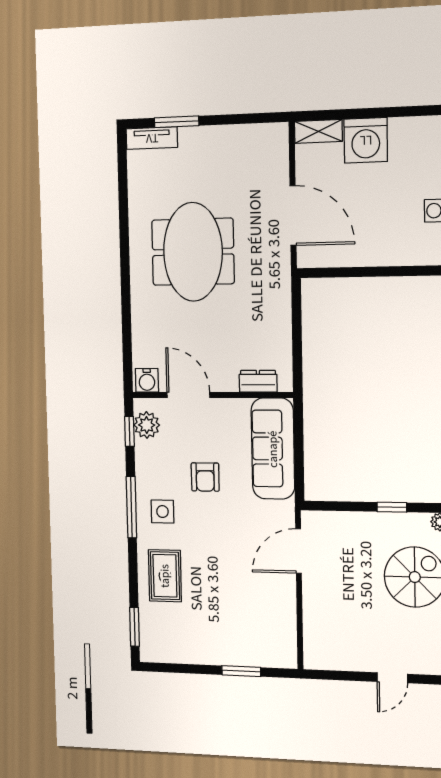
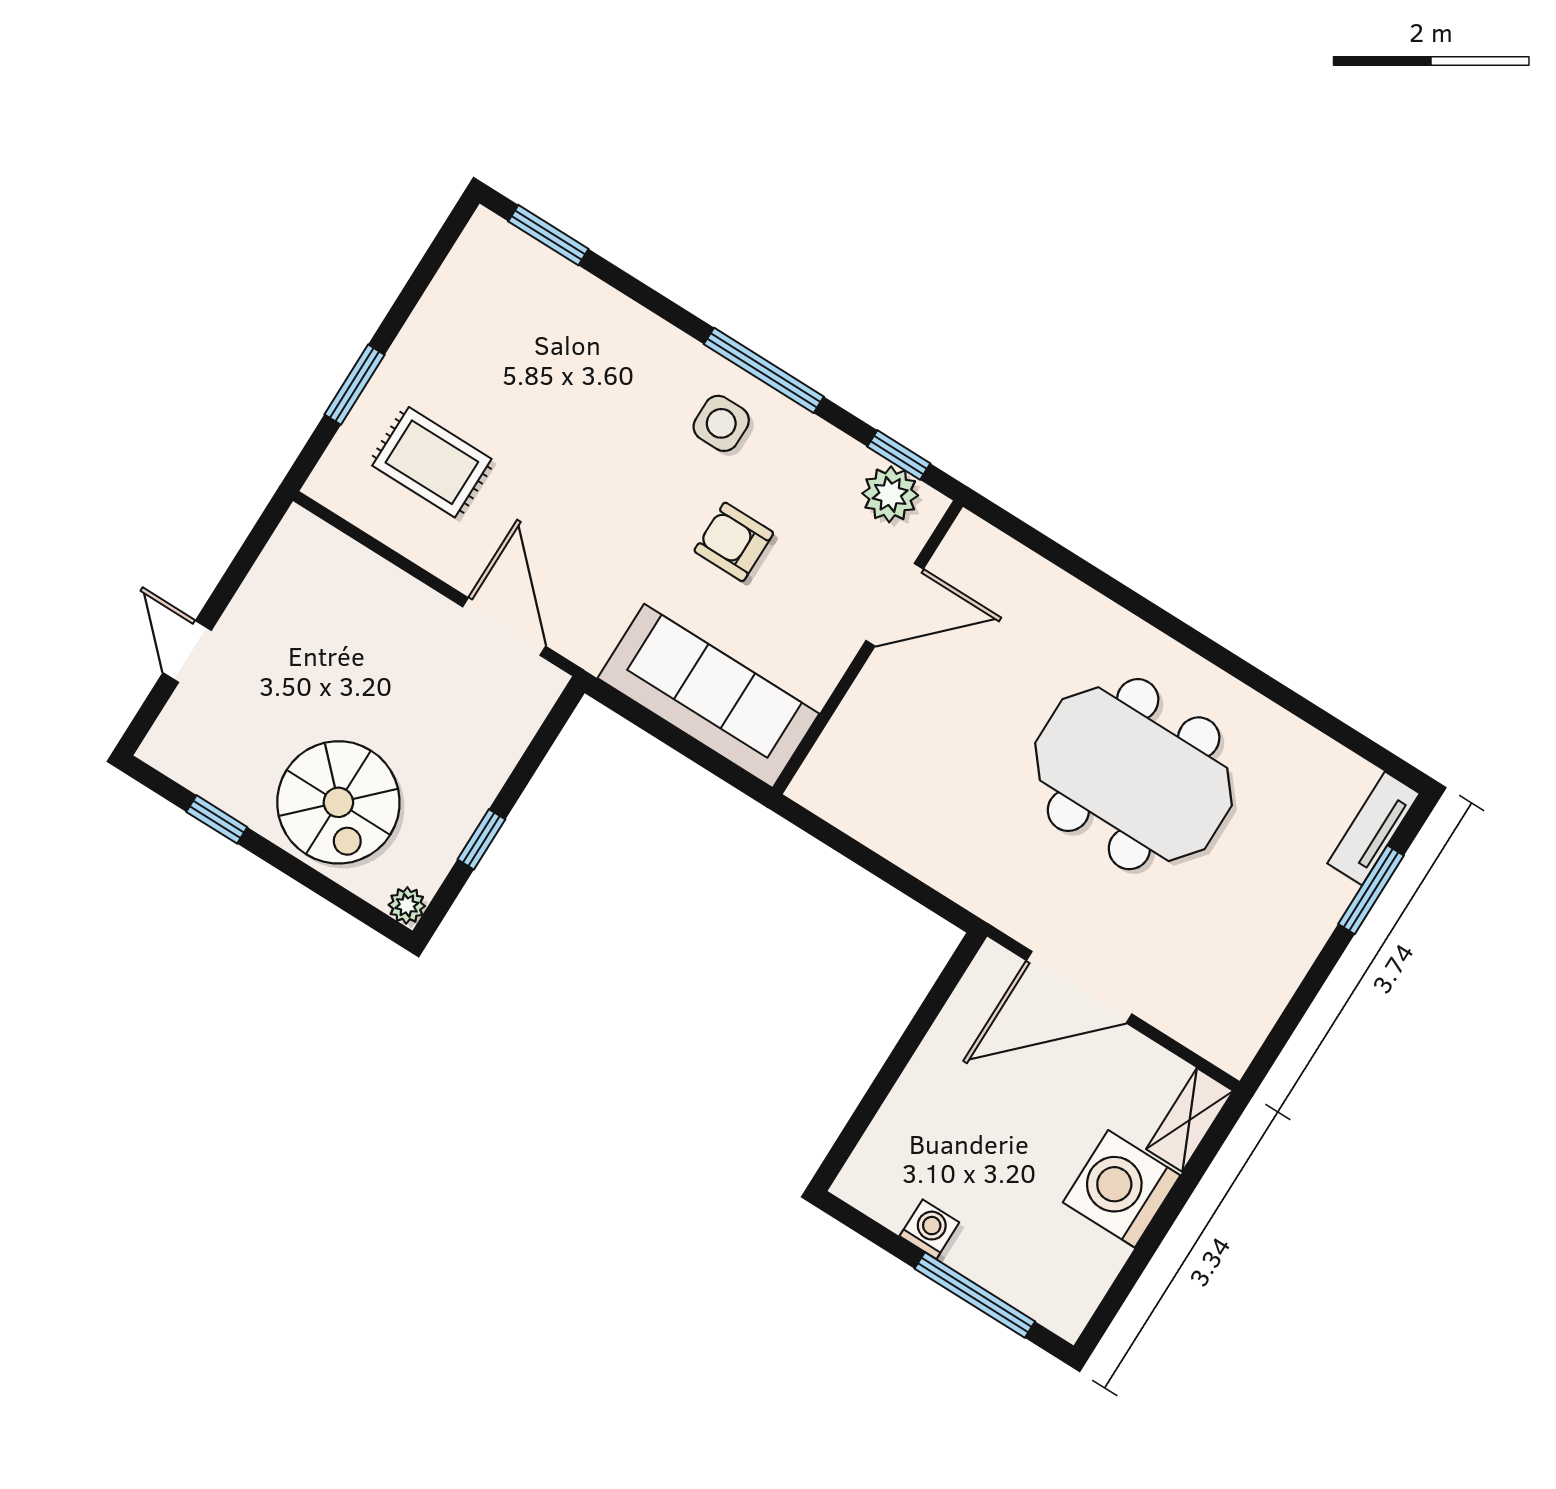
water cooler: (147, 380) -> (967, 546), removed
dresser: (258, 381) -> (840, 745), removed
rug: (165, 576) -> (432, 462), moved

